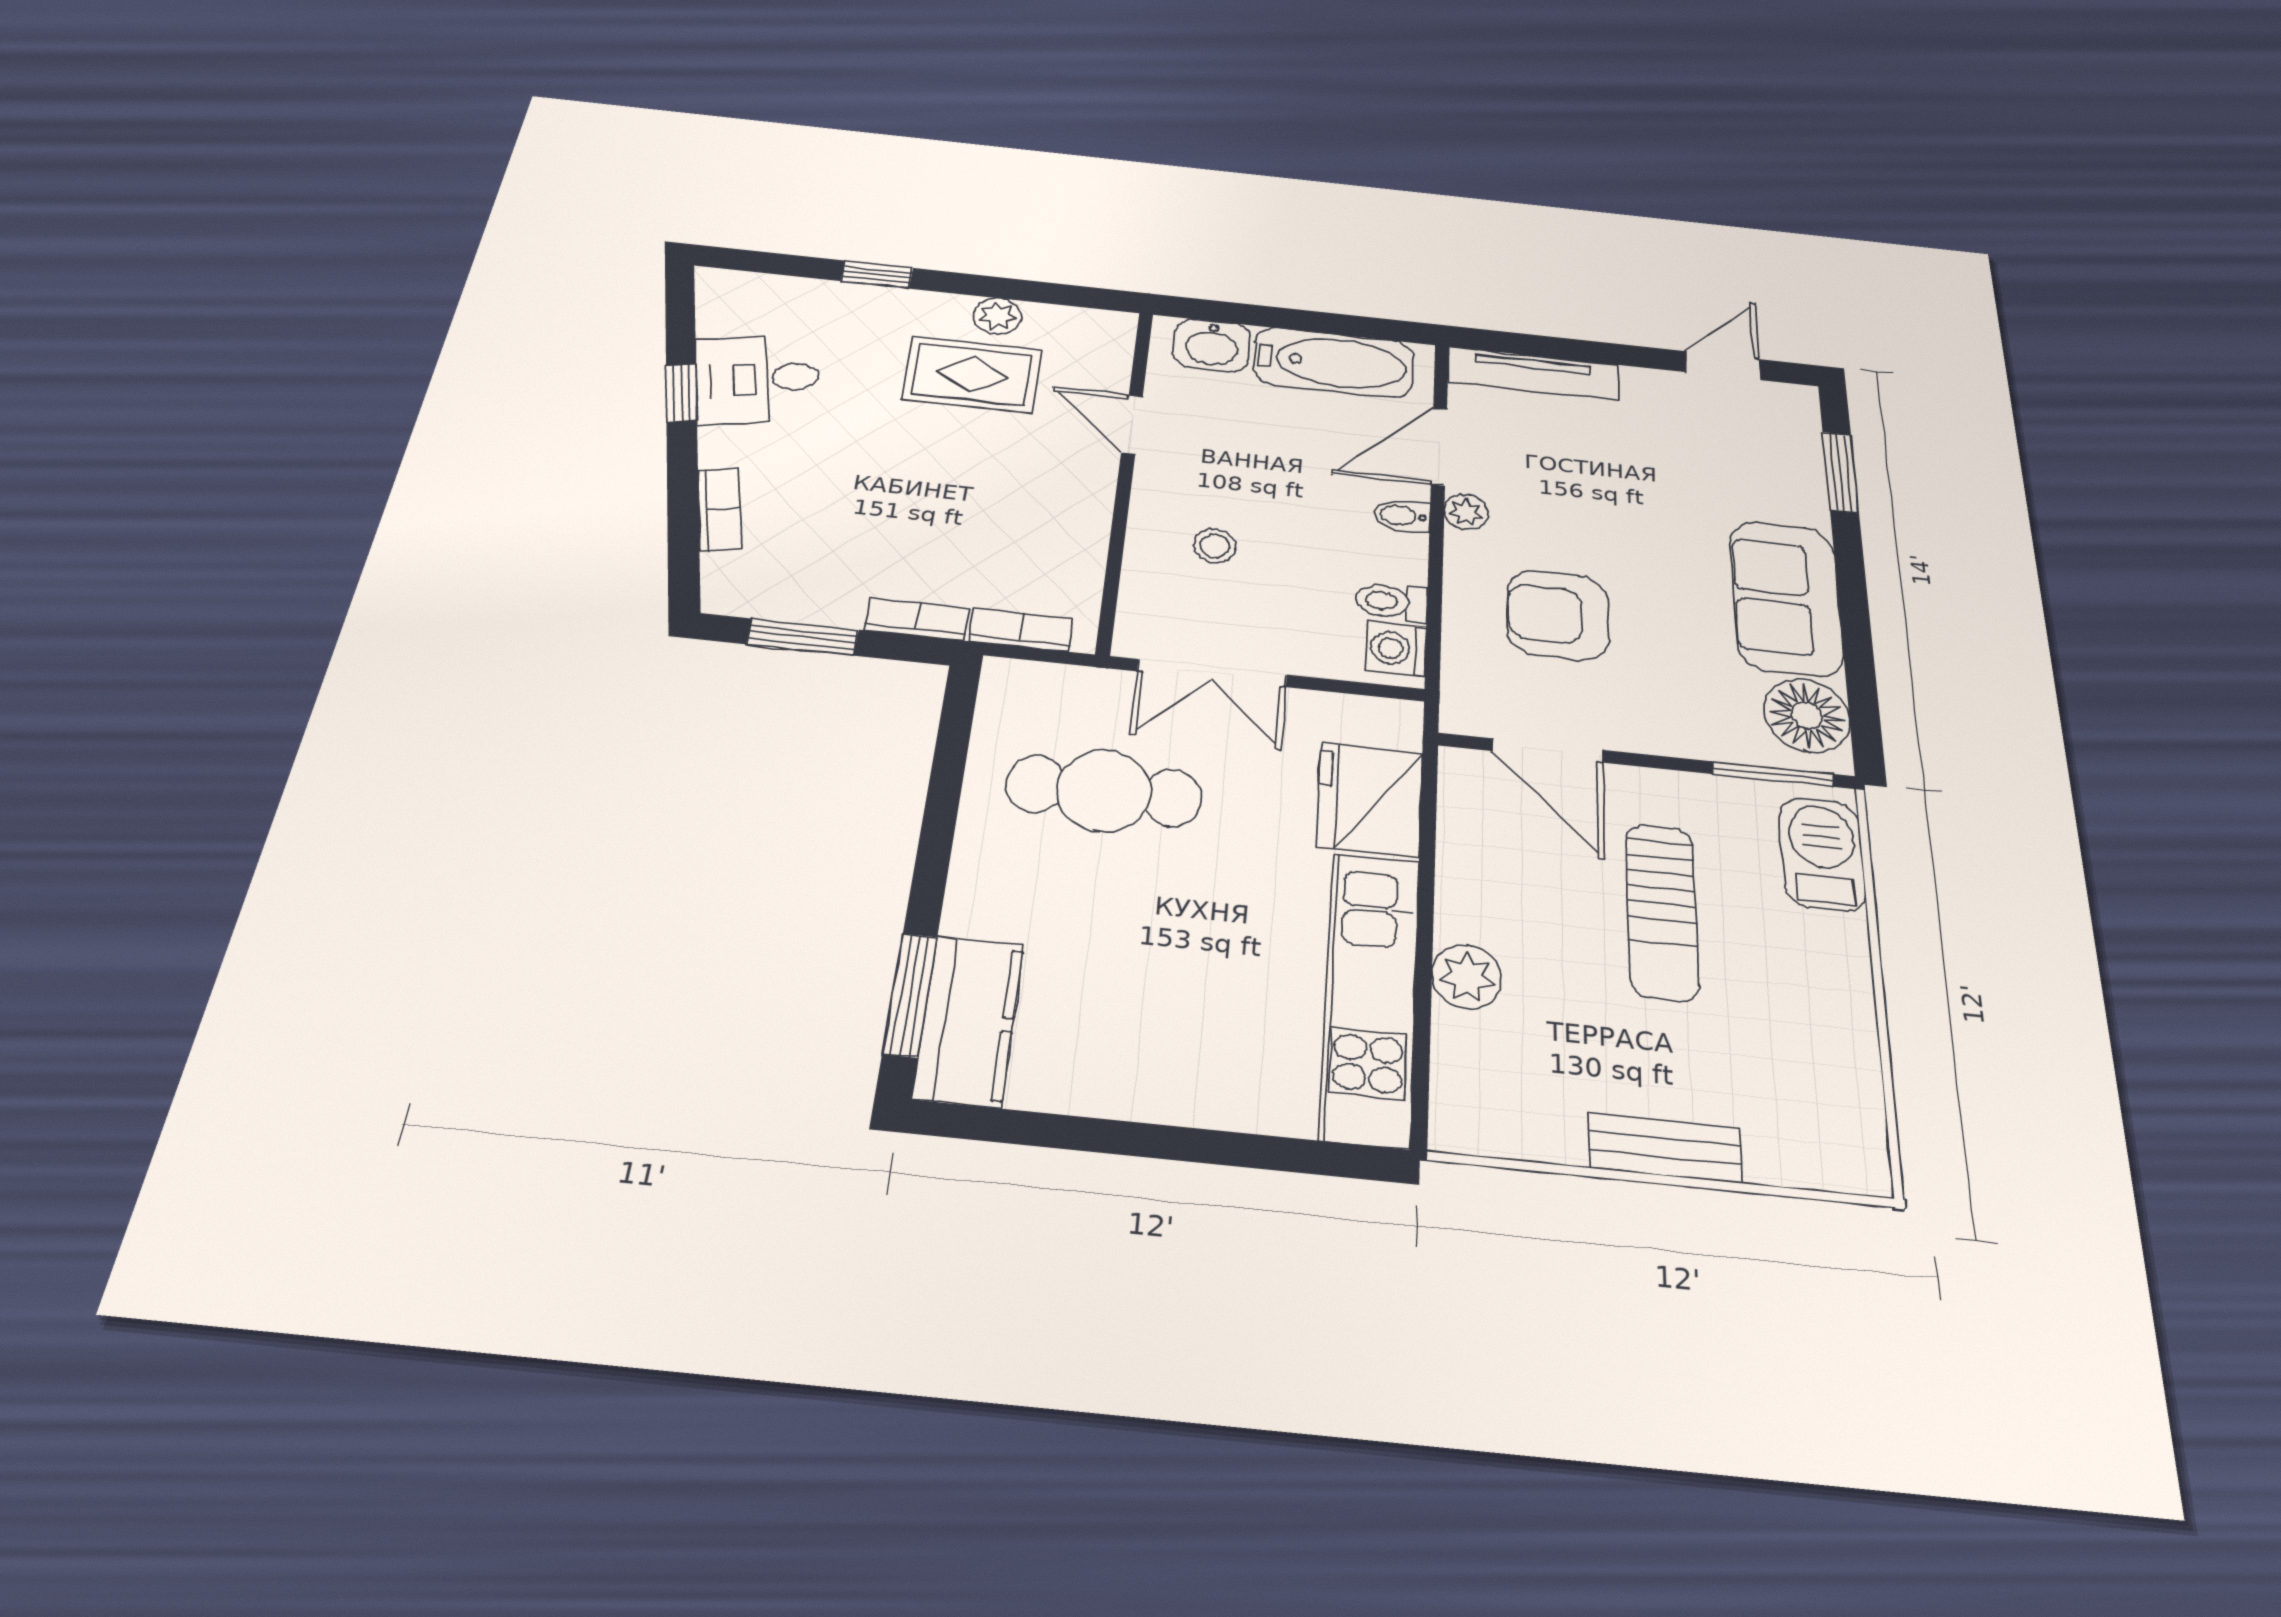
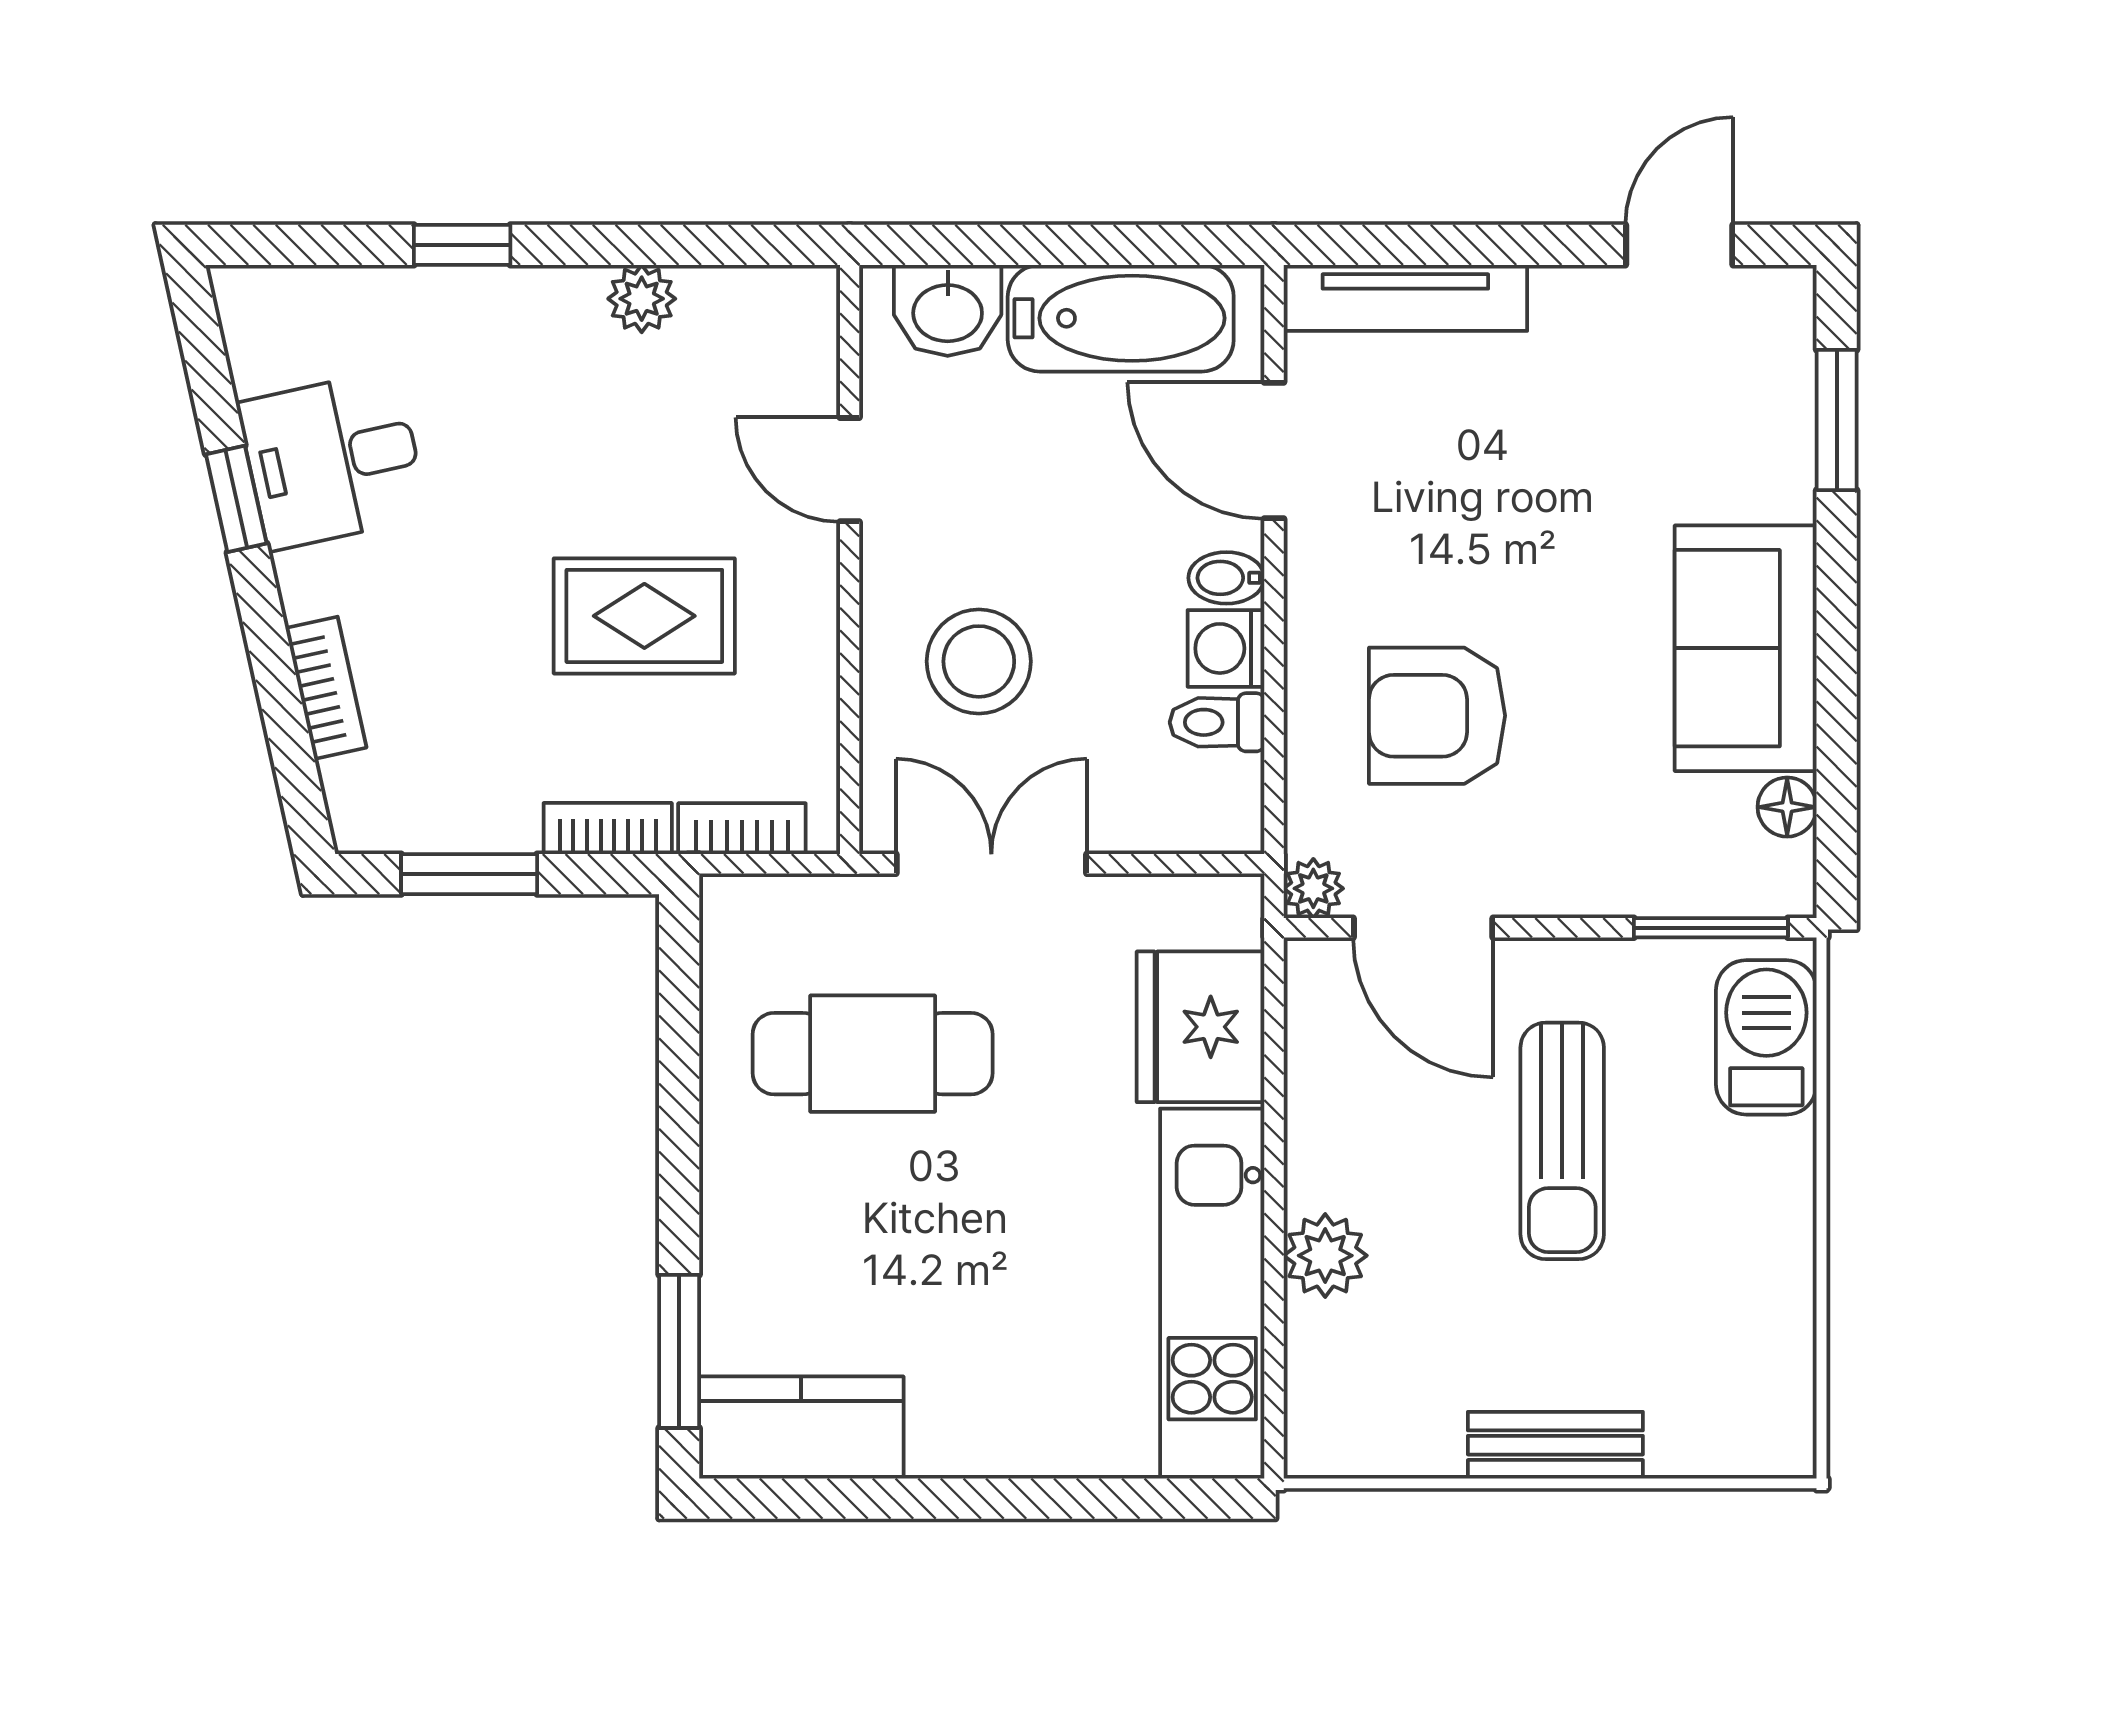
rug: (972, 375) -> (644, 616), moved
door: (1439, 446) -> (1274, 450), hinge flipped
plant: (1466, 512) -> (1313, 888), moved
stool: (1215, 546) -> (979, 661), width x1.89, depth x1.89
washing machine: (1396, 649) -> (1226, 648), moved
double door: (1212, 673) -> (991, 864), swing flipped
floor lamp: (1807, 716) -> (1787, 807), width x0.53, depth x0.53
kitchen counter: (968, 1021) -> (801, 1428), moved, turned -90

